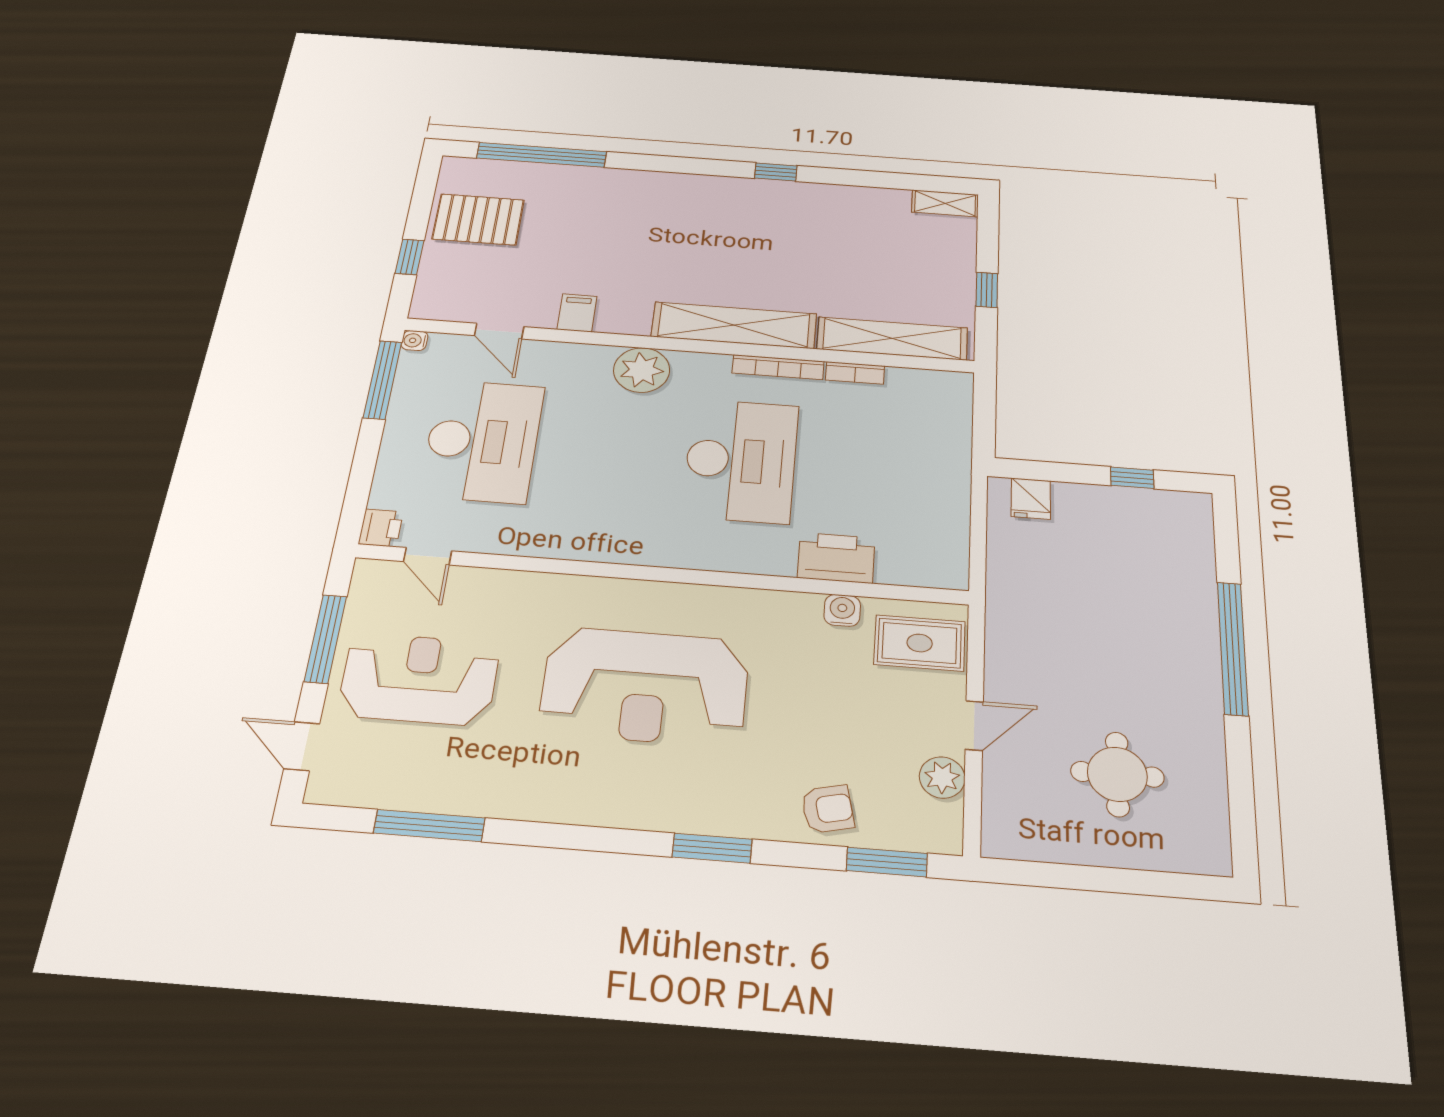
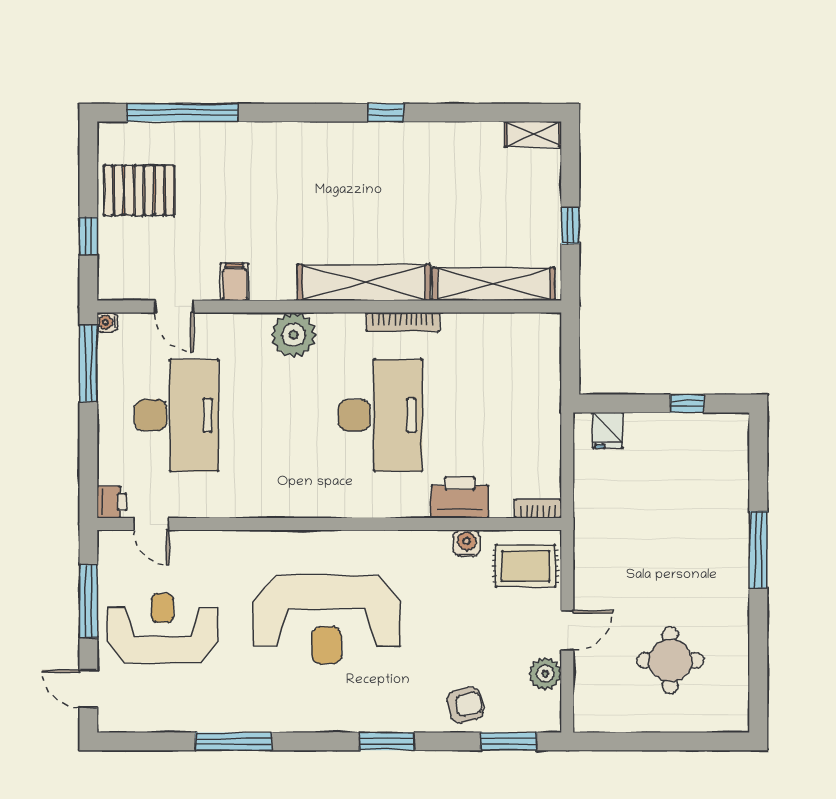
bookcase: (855, 373) -> (538, 509), moved, turned 180
window: (1233, 648) -> (758, 550), width x0.68
window: (429, 826) -> (234, 741), moved

